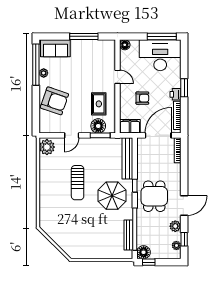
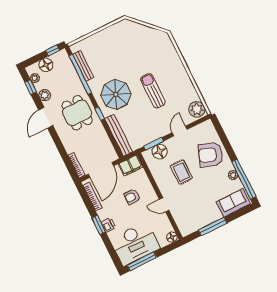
printer: (176, 94) -> (108, 225), moved
rug: (99, 104) -> (181, 172), moved
floor lamp: (144, 252) -> (46, 65), moved

